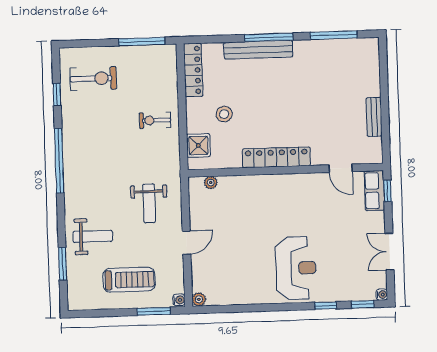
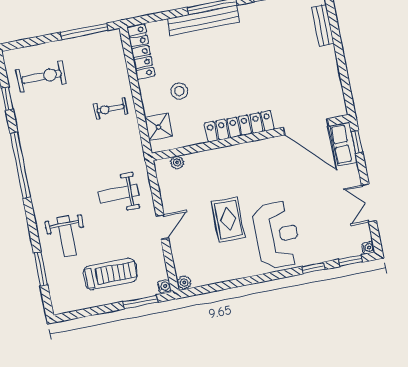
bench: (374, 117) -> (323, 25), moved
door: (341, 168) -> (306, 127), width x1.87
weight bench: (149, 203) -> (118, 194), turned 90
weight bench: (93, 236) -> (67, 236), turned 90
rug: (251, 246) -> (228, 220), added

